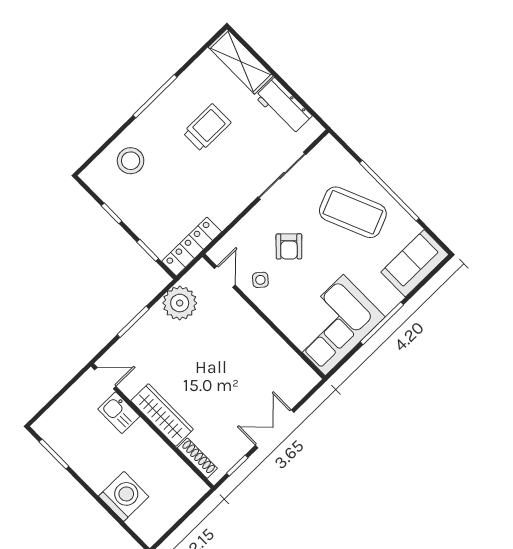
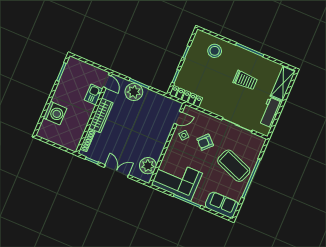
coffee table: (353, 212) -> (234, 166), turned -46
plant: (180, 303) -> (134, 92), moved
plant: (288, 368) -> (148, 166), added

